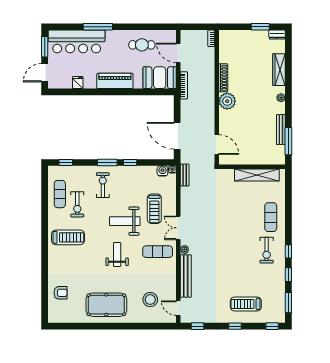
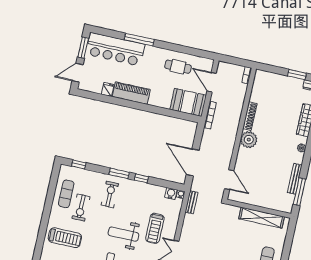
piano: (115, 81) -> (131, 93), moved

